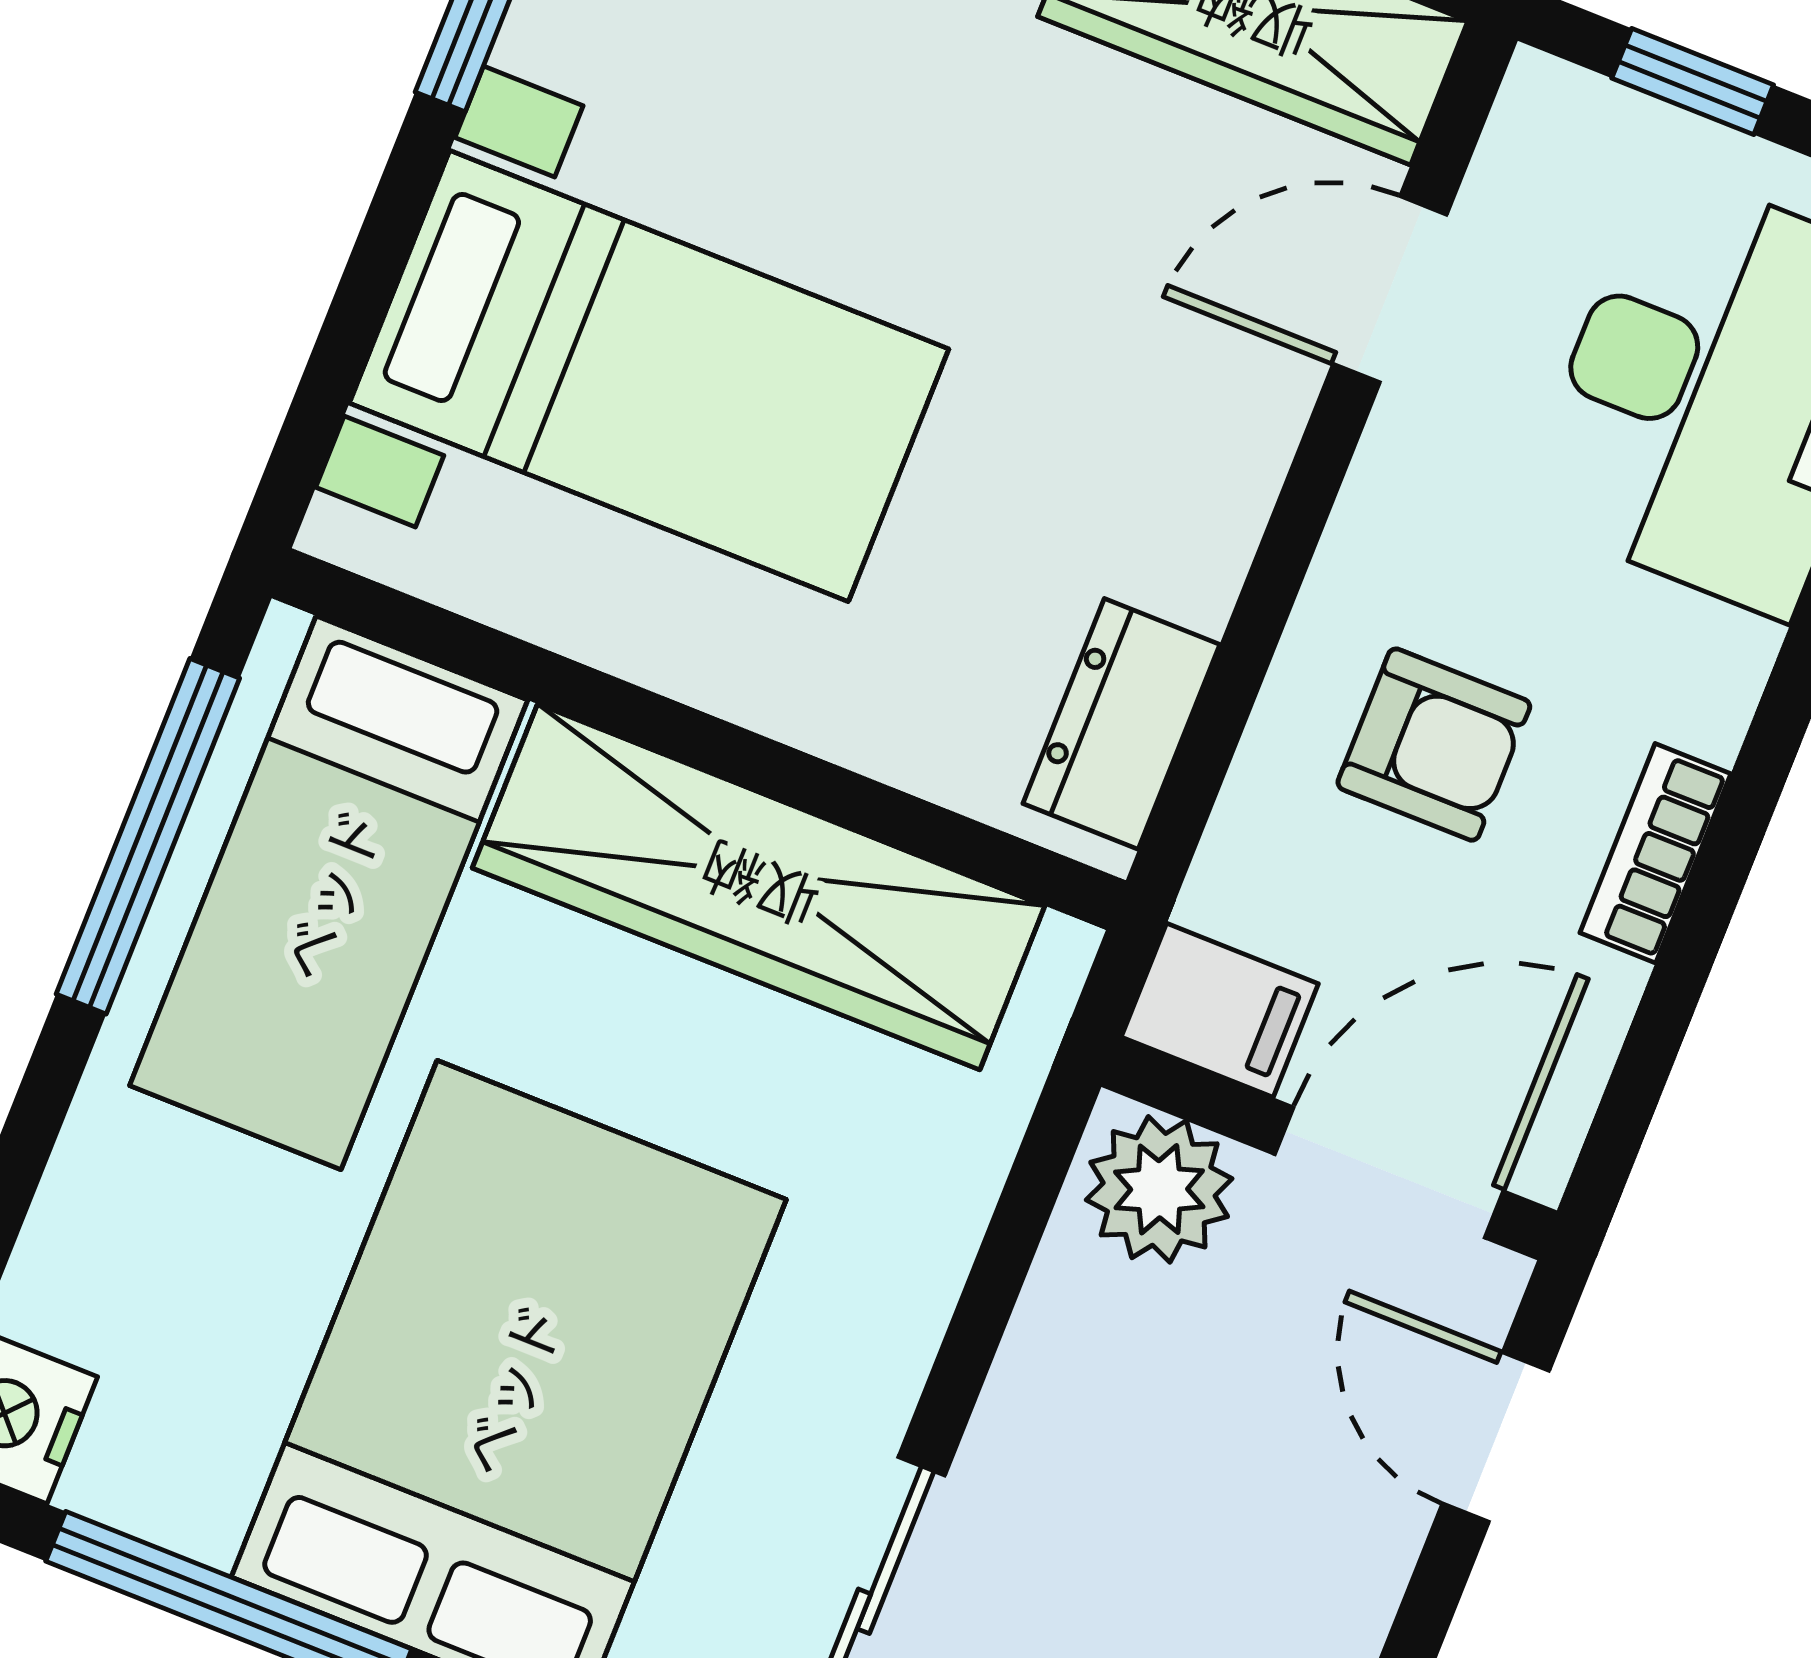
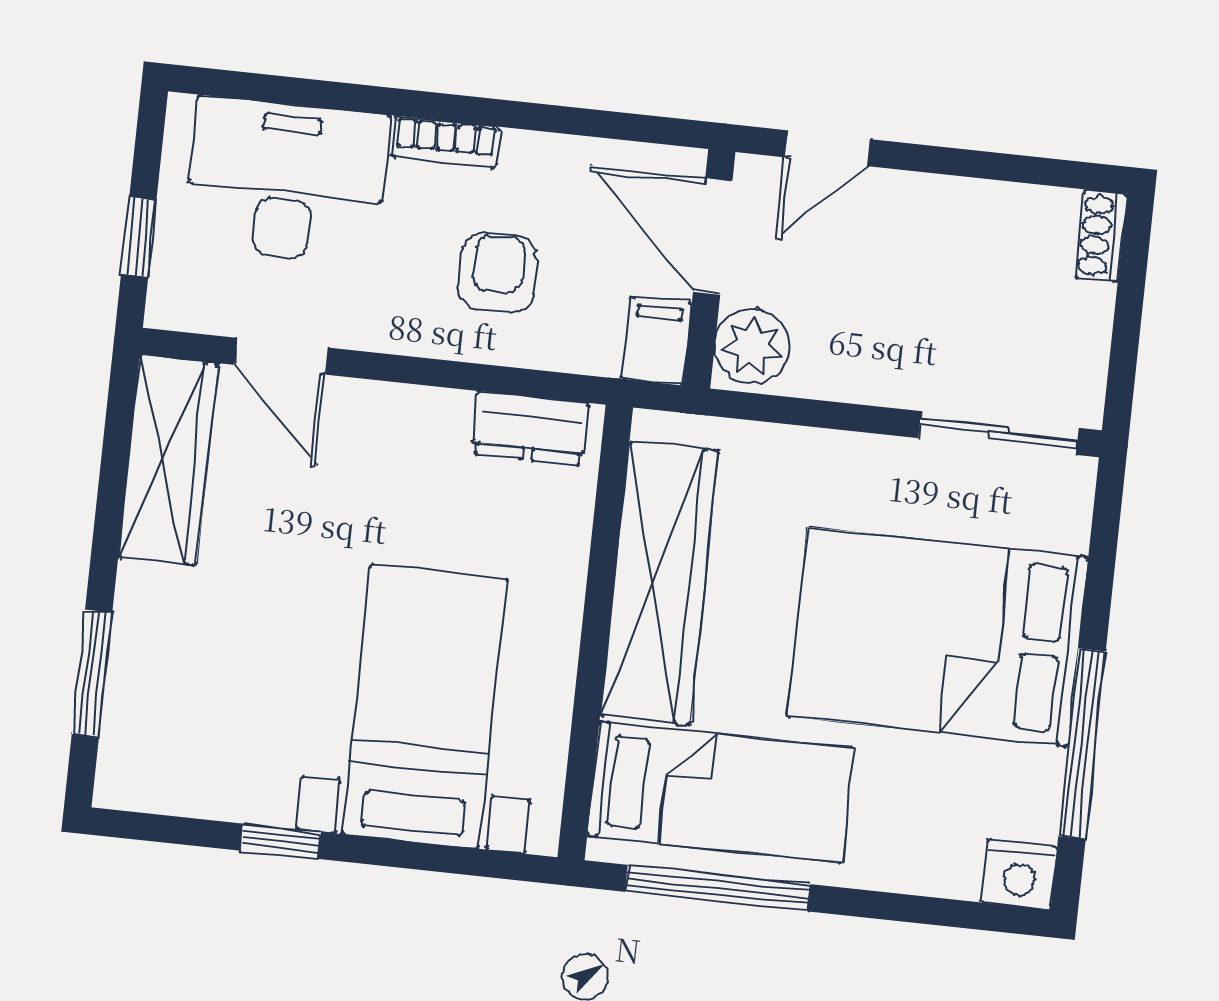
bookcase: (1655, 853) -> (446, 142), moved

